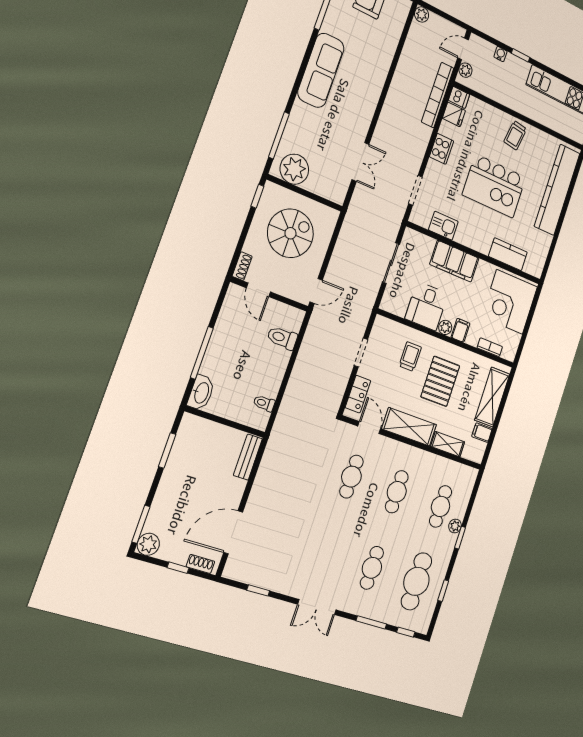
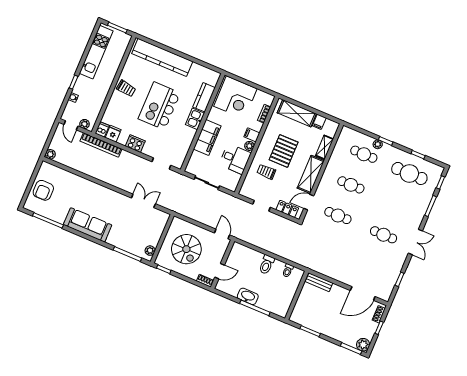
plant: (294, 169) -> (150, 251), width x0.53, depth x0.53
kitchen island: (494, 186) -> (159, 106), turned 180
kitchen sink: (443, 226) -> (195, 119), moved
spiral stairs: (290, 233) -> (186, 249), turned 180
toilet: (282, 338) -> (267, 265), moved
pallet: (440, 381) -> (284, 151), turned 90
washbasin: (201, 393) -> (248, 296), moved
door: (233, 532) -> (363, 293), hinge flipped
cafe table: (372, 568) -> (384, 235), moved

